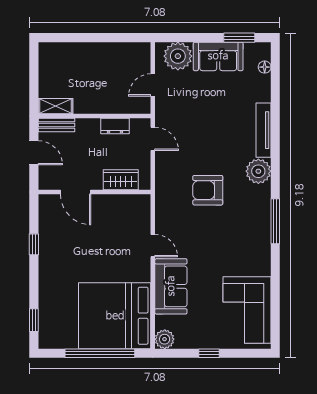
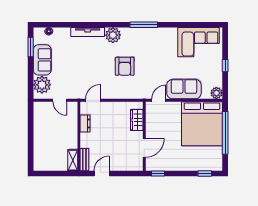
wardrobe: (121, 180) -> (137, 120), moved
door: (76, 192) -> (144, 148), moved
wall: (94, 192) -> (144, 136), moved

